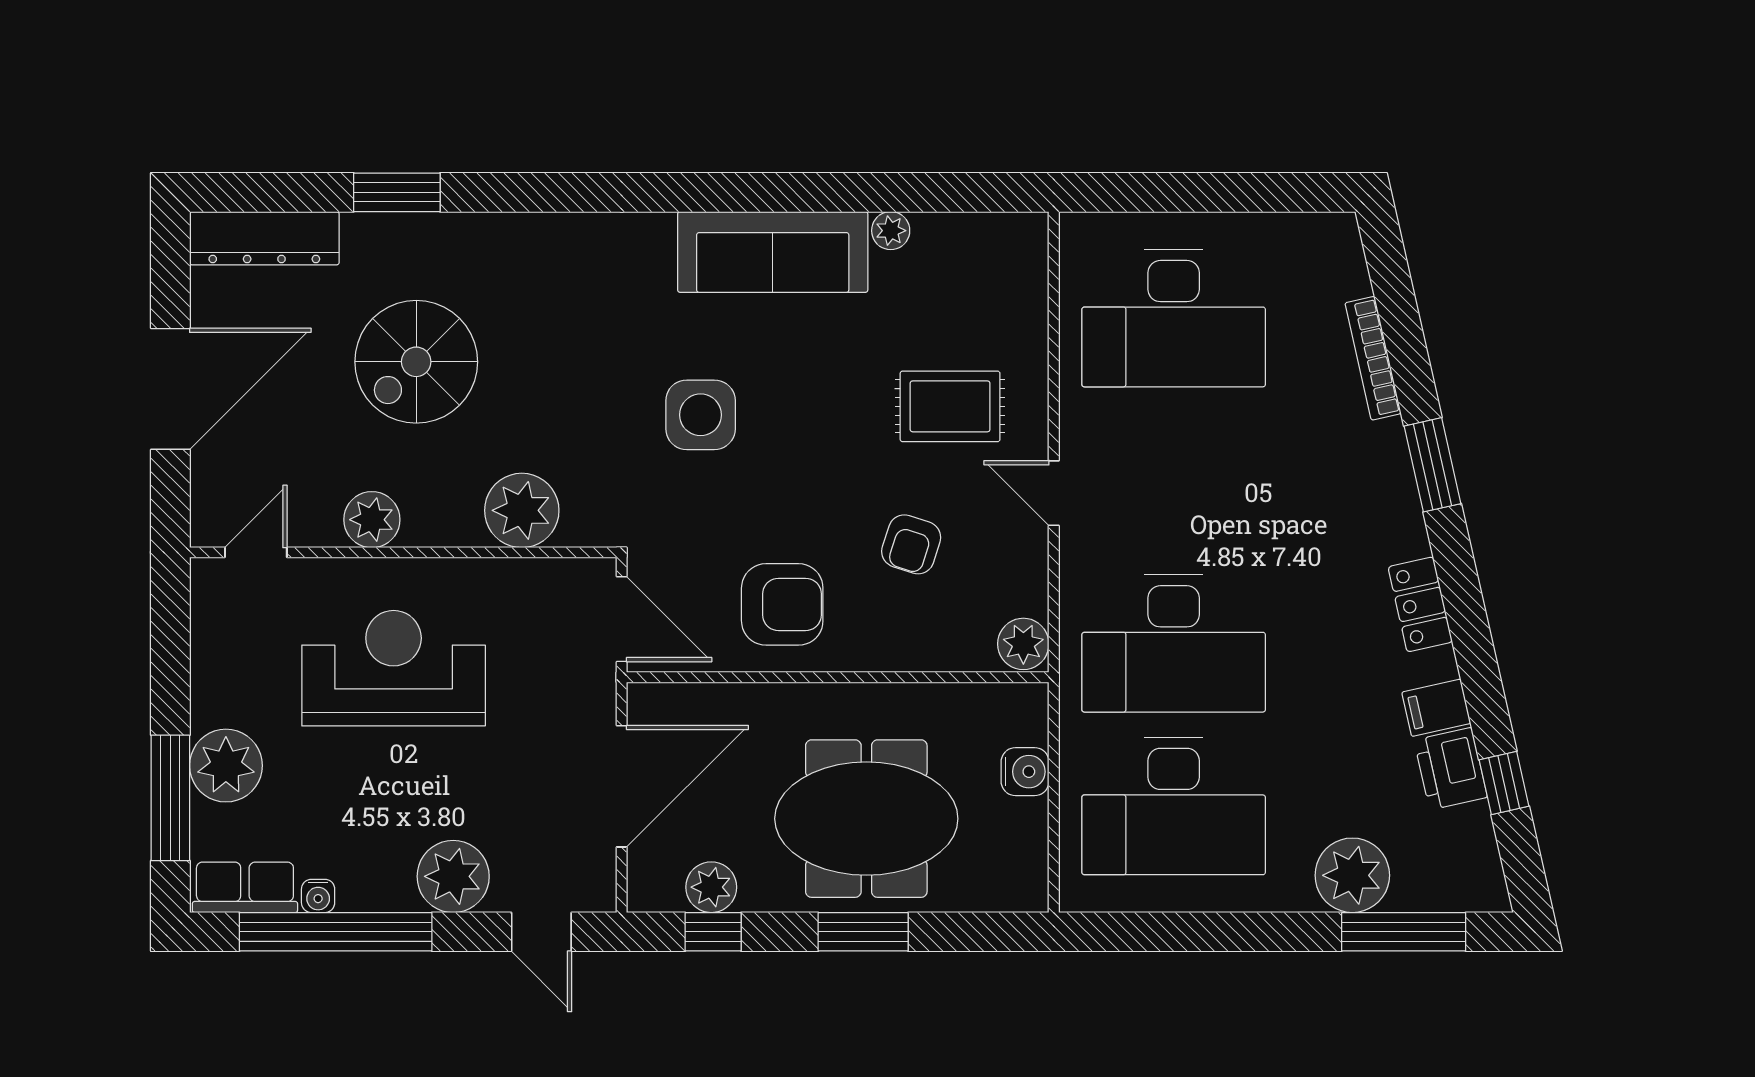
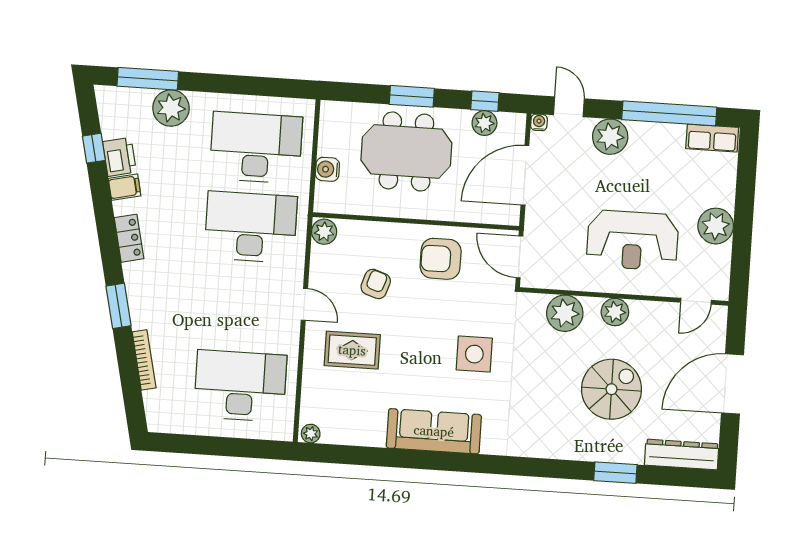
plant: (891, 231) -> (311, 434), moved
plant: (372, 520) -> (615, 312), moved
plant: (226, 766) -> (716, 226), moved
window: (170, 798) -> (746, 184), removed
water cooler: (318, 896) -> (539, 122), moved

